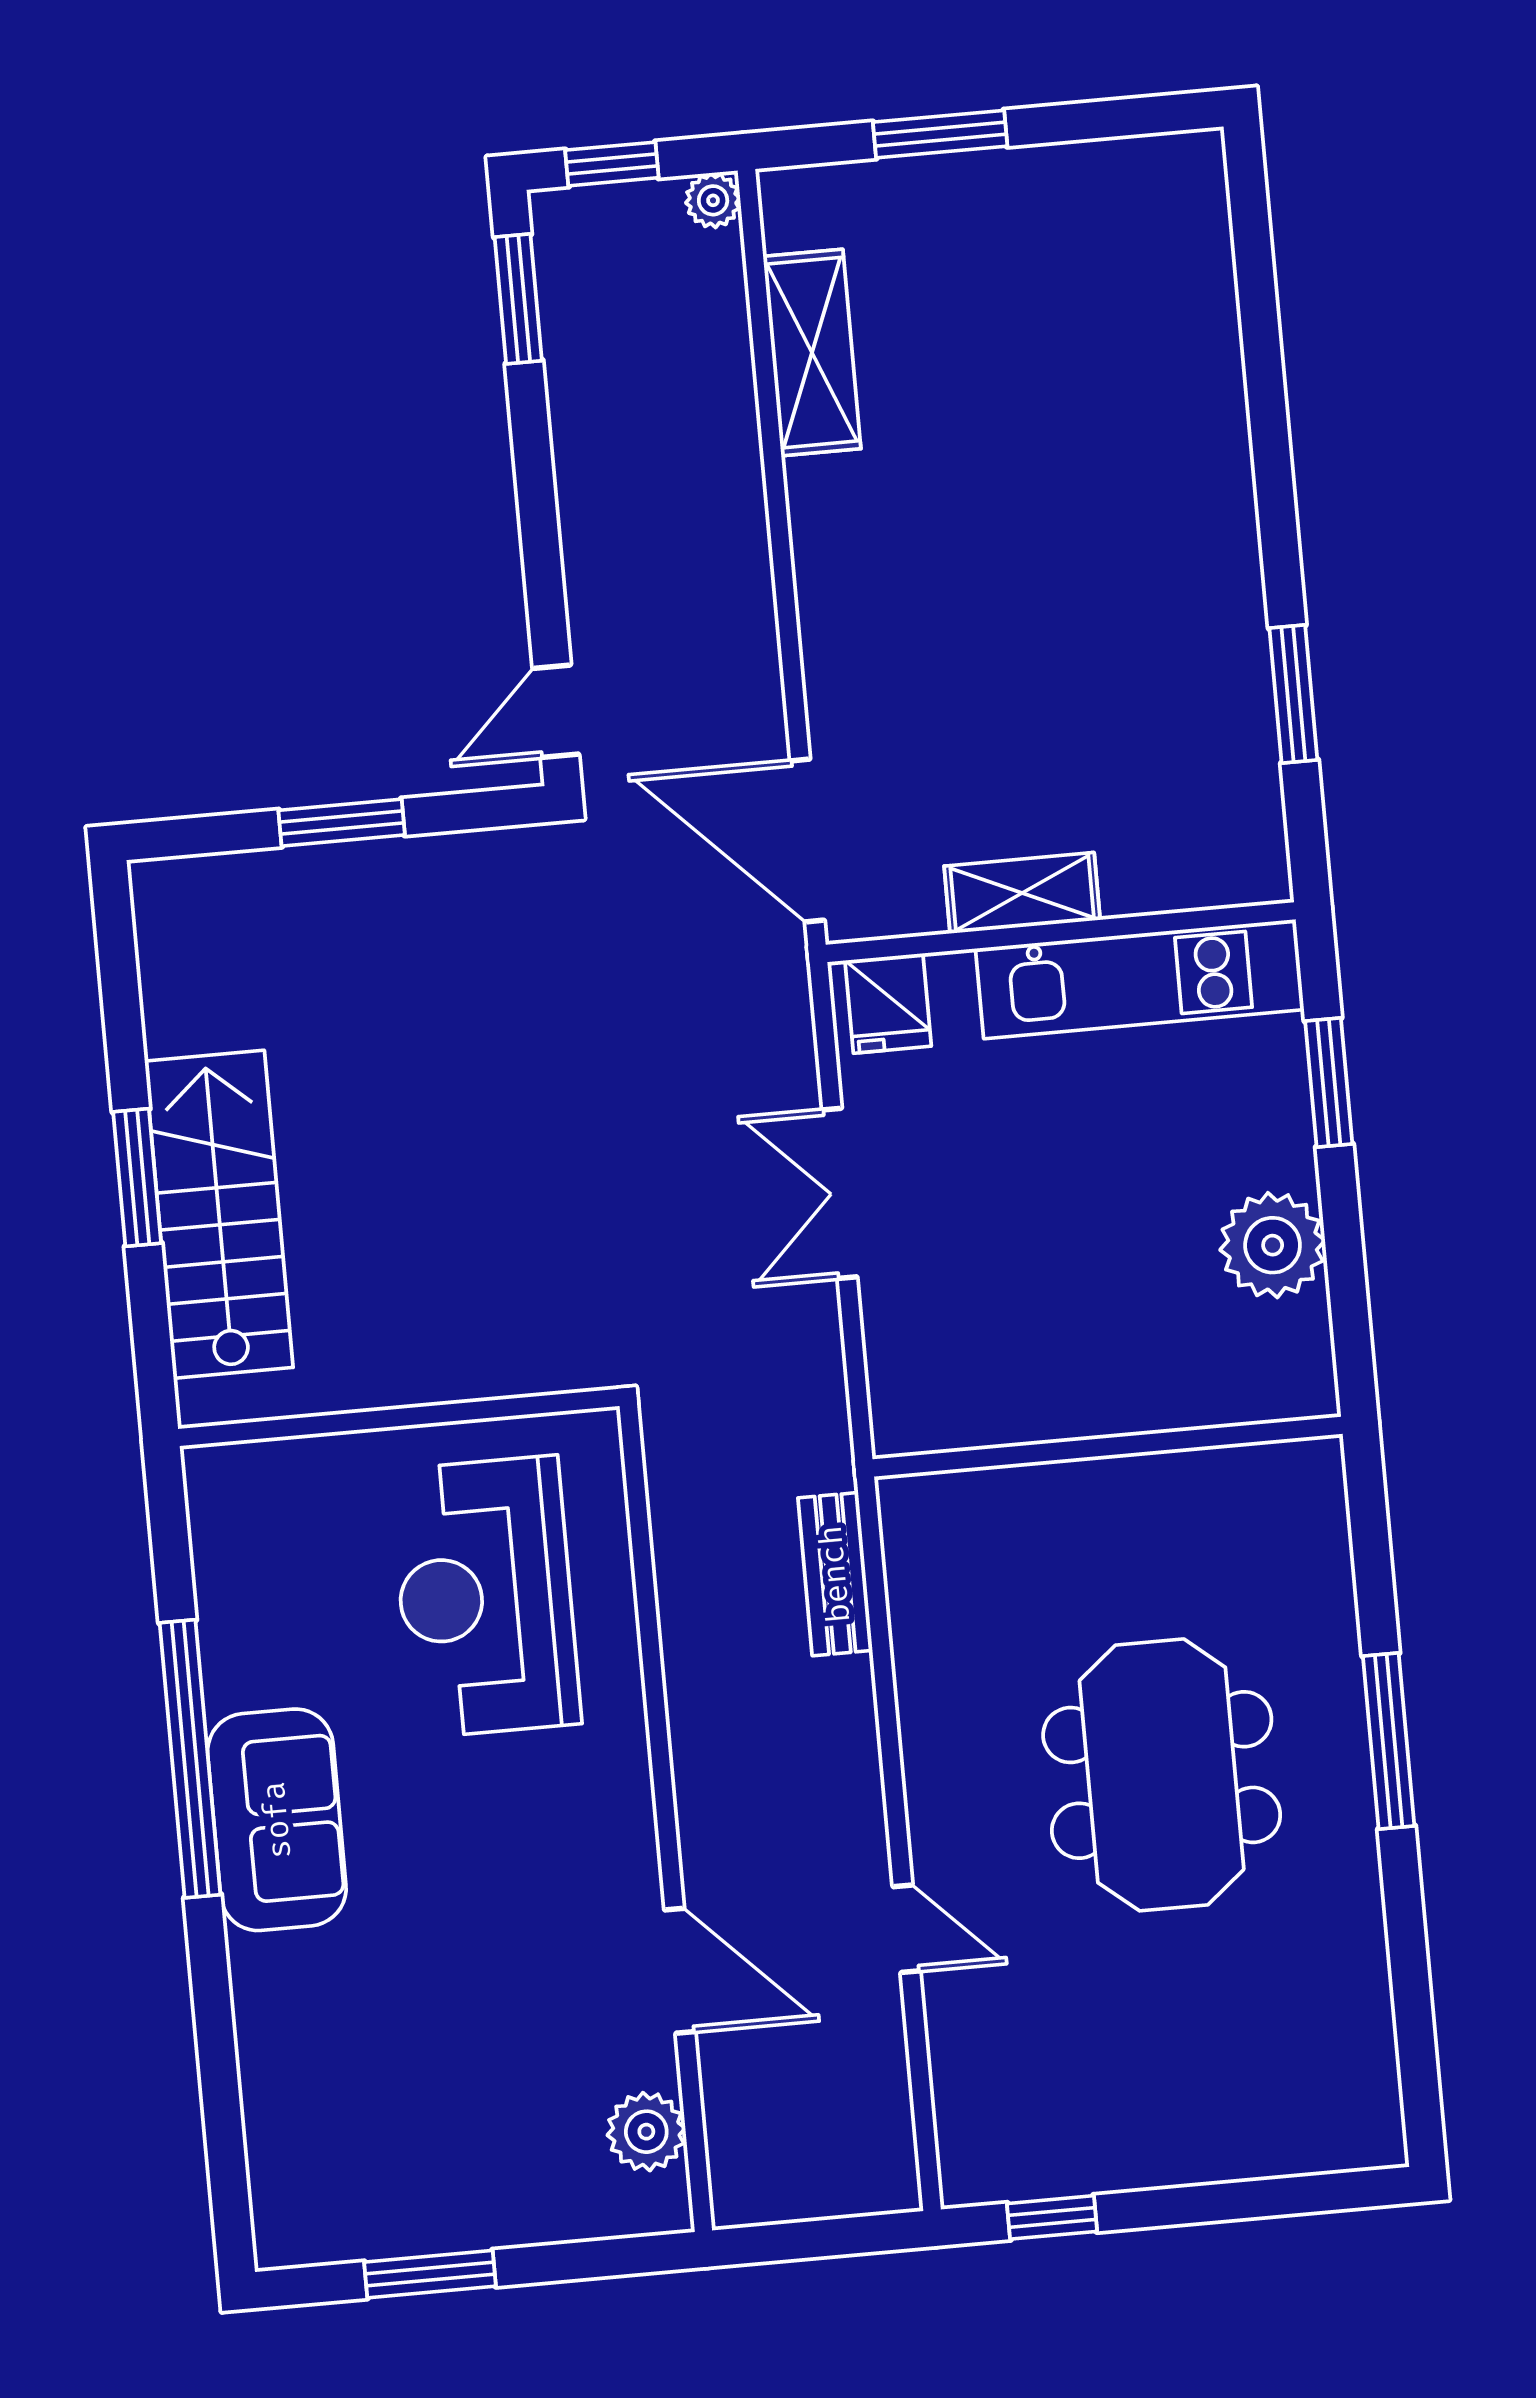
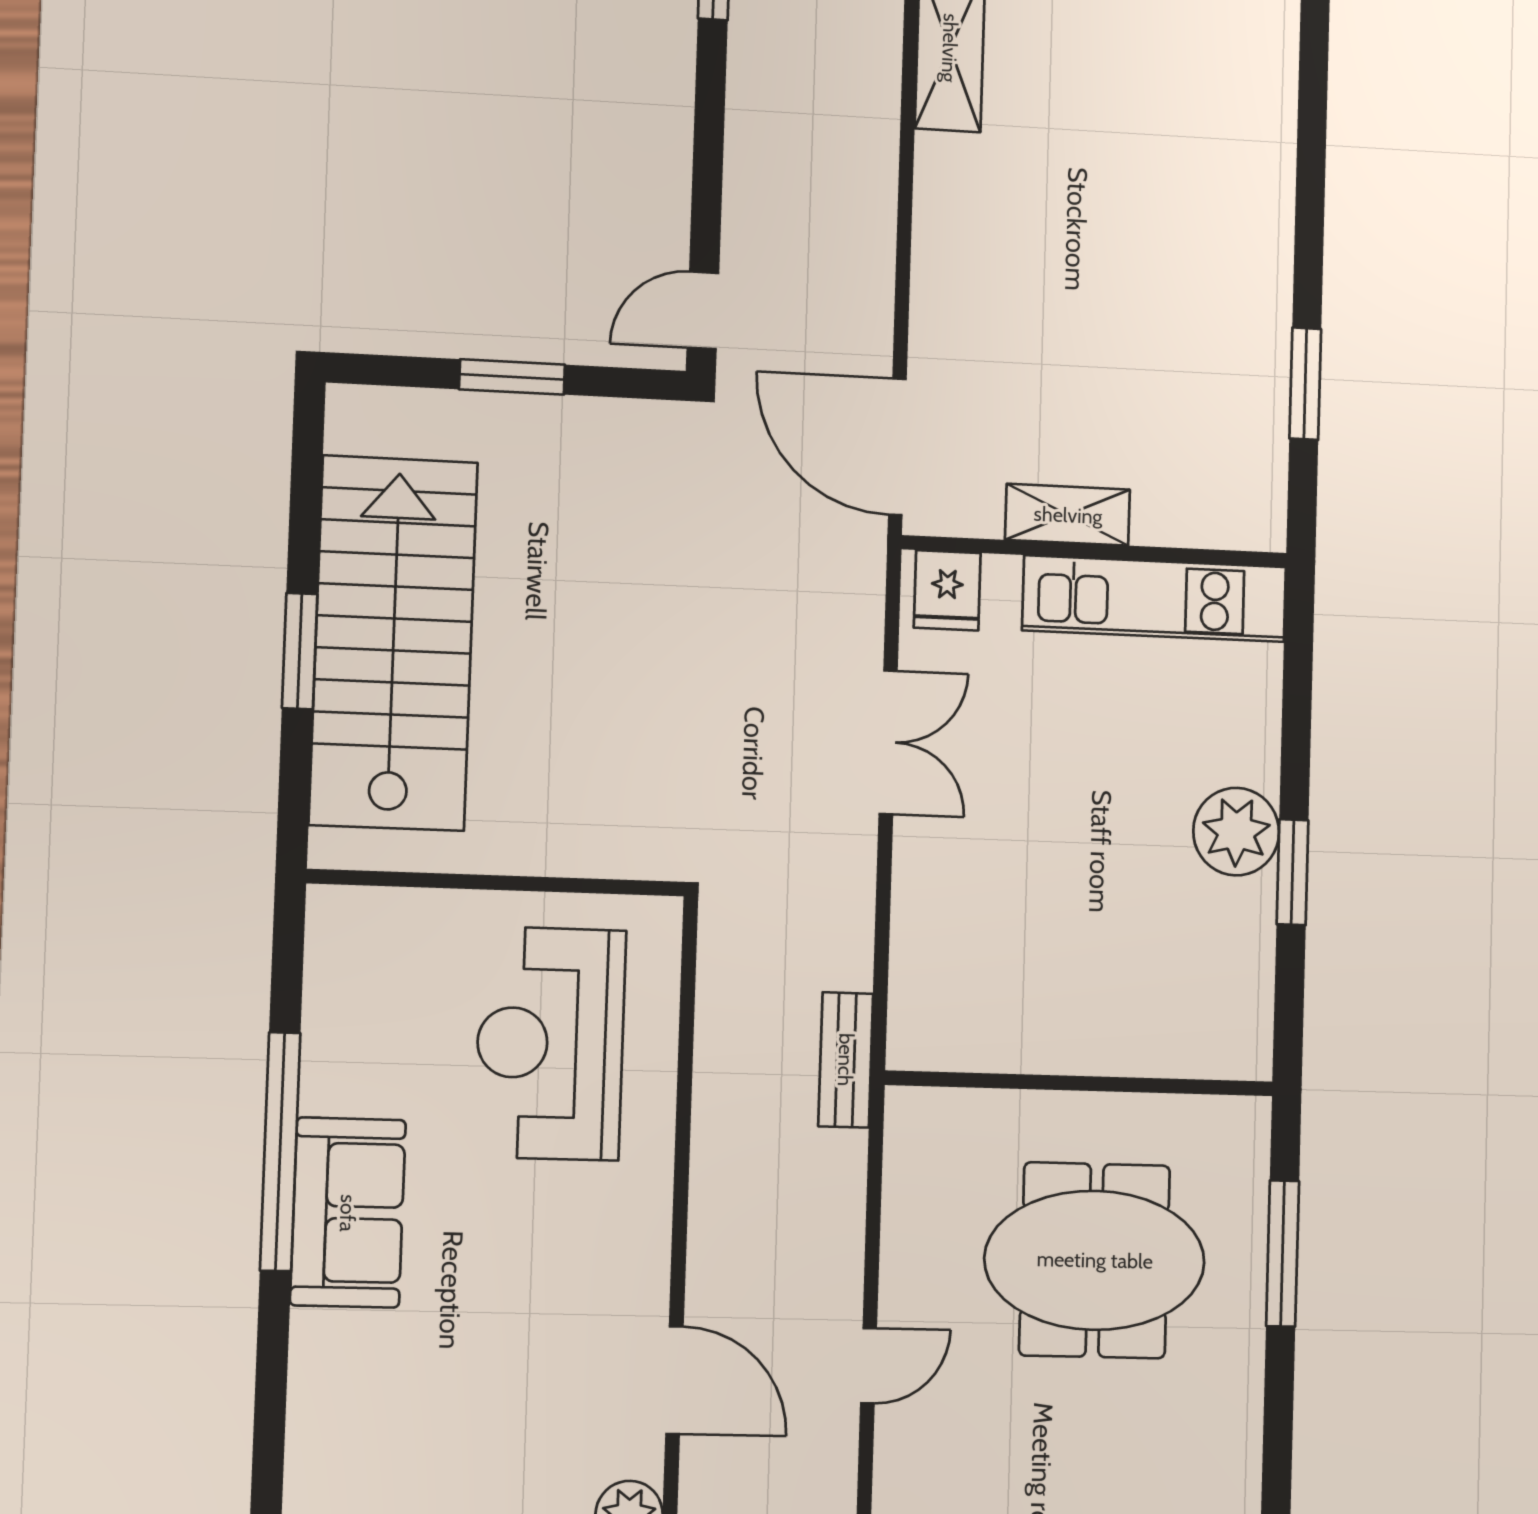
window: (1329, 1083) -> (1292, 872), moved
double door: (840, 1193) -> (888, 742), swing flipped
stairs: (219, 1214) -> (393, 643), width x1.36, depth x1.51
wall: (1108, 1447) -> (1080, 1083), moved
meeting table: (1162, 1775) -> (1095, 1260), turned 90
door: (907, 1929) -> (869, 1366), hinge flipped

